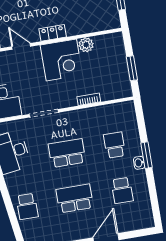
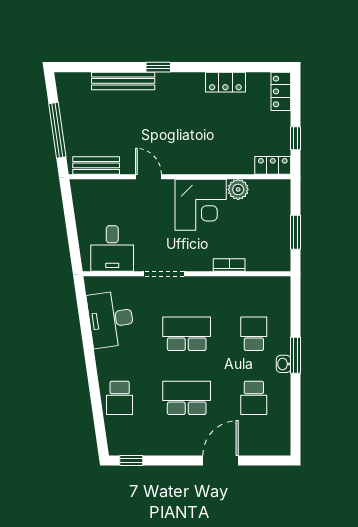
locker: (53, 33) -> (273, 165), moved

